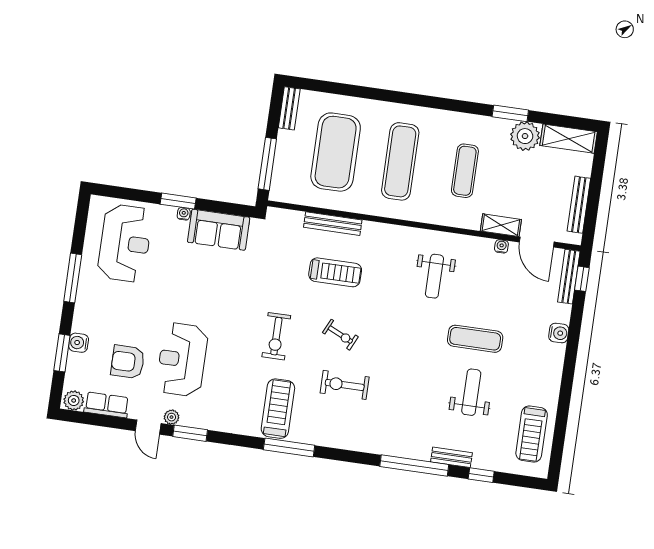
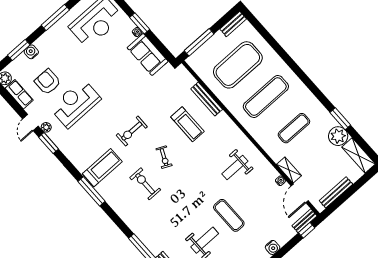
bench: (569, 277) -> (304, 221), width x0.73

